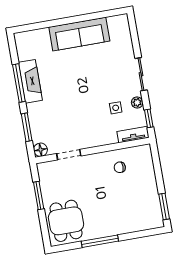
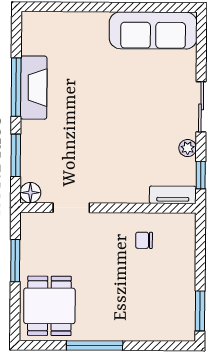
sofa: (79, 34) -> (153, 30), moved
side table: (116, 108) -> (154, 150), removed

